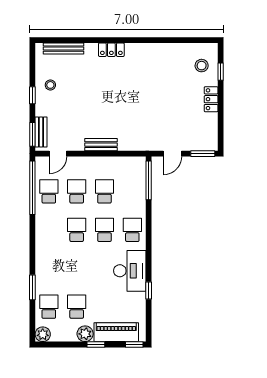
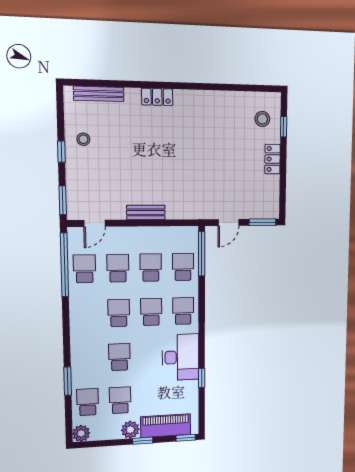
bench: (41, 132) -> (73, 197), removed
school desk: (132, 191) -> (183, 267), added
school desk: (77, 268) -> (119, 357), added

